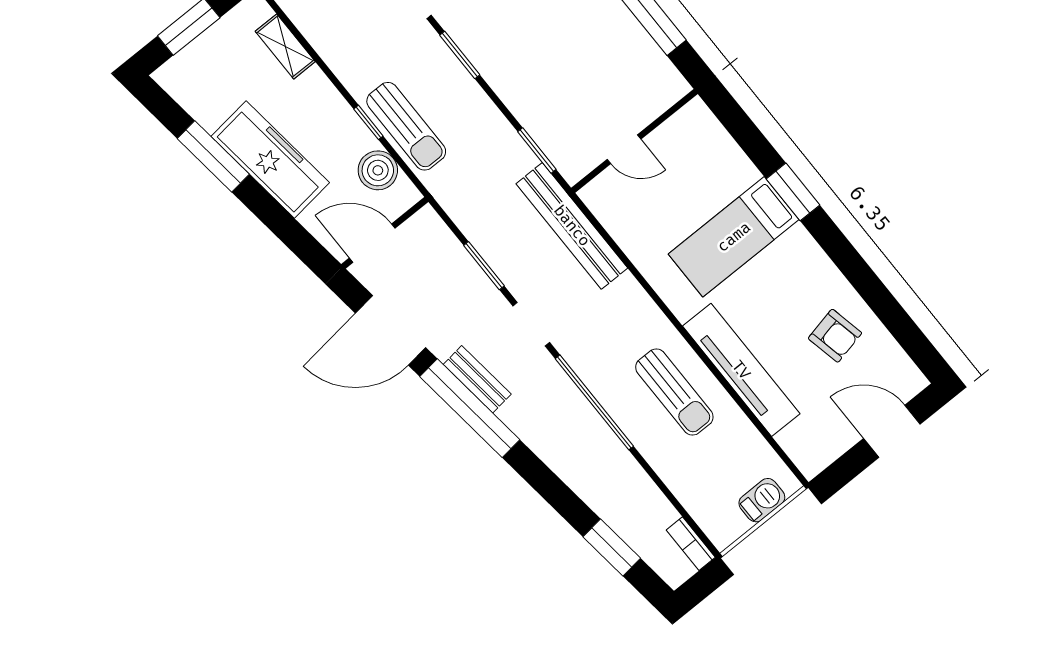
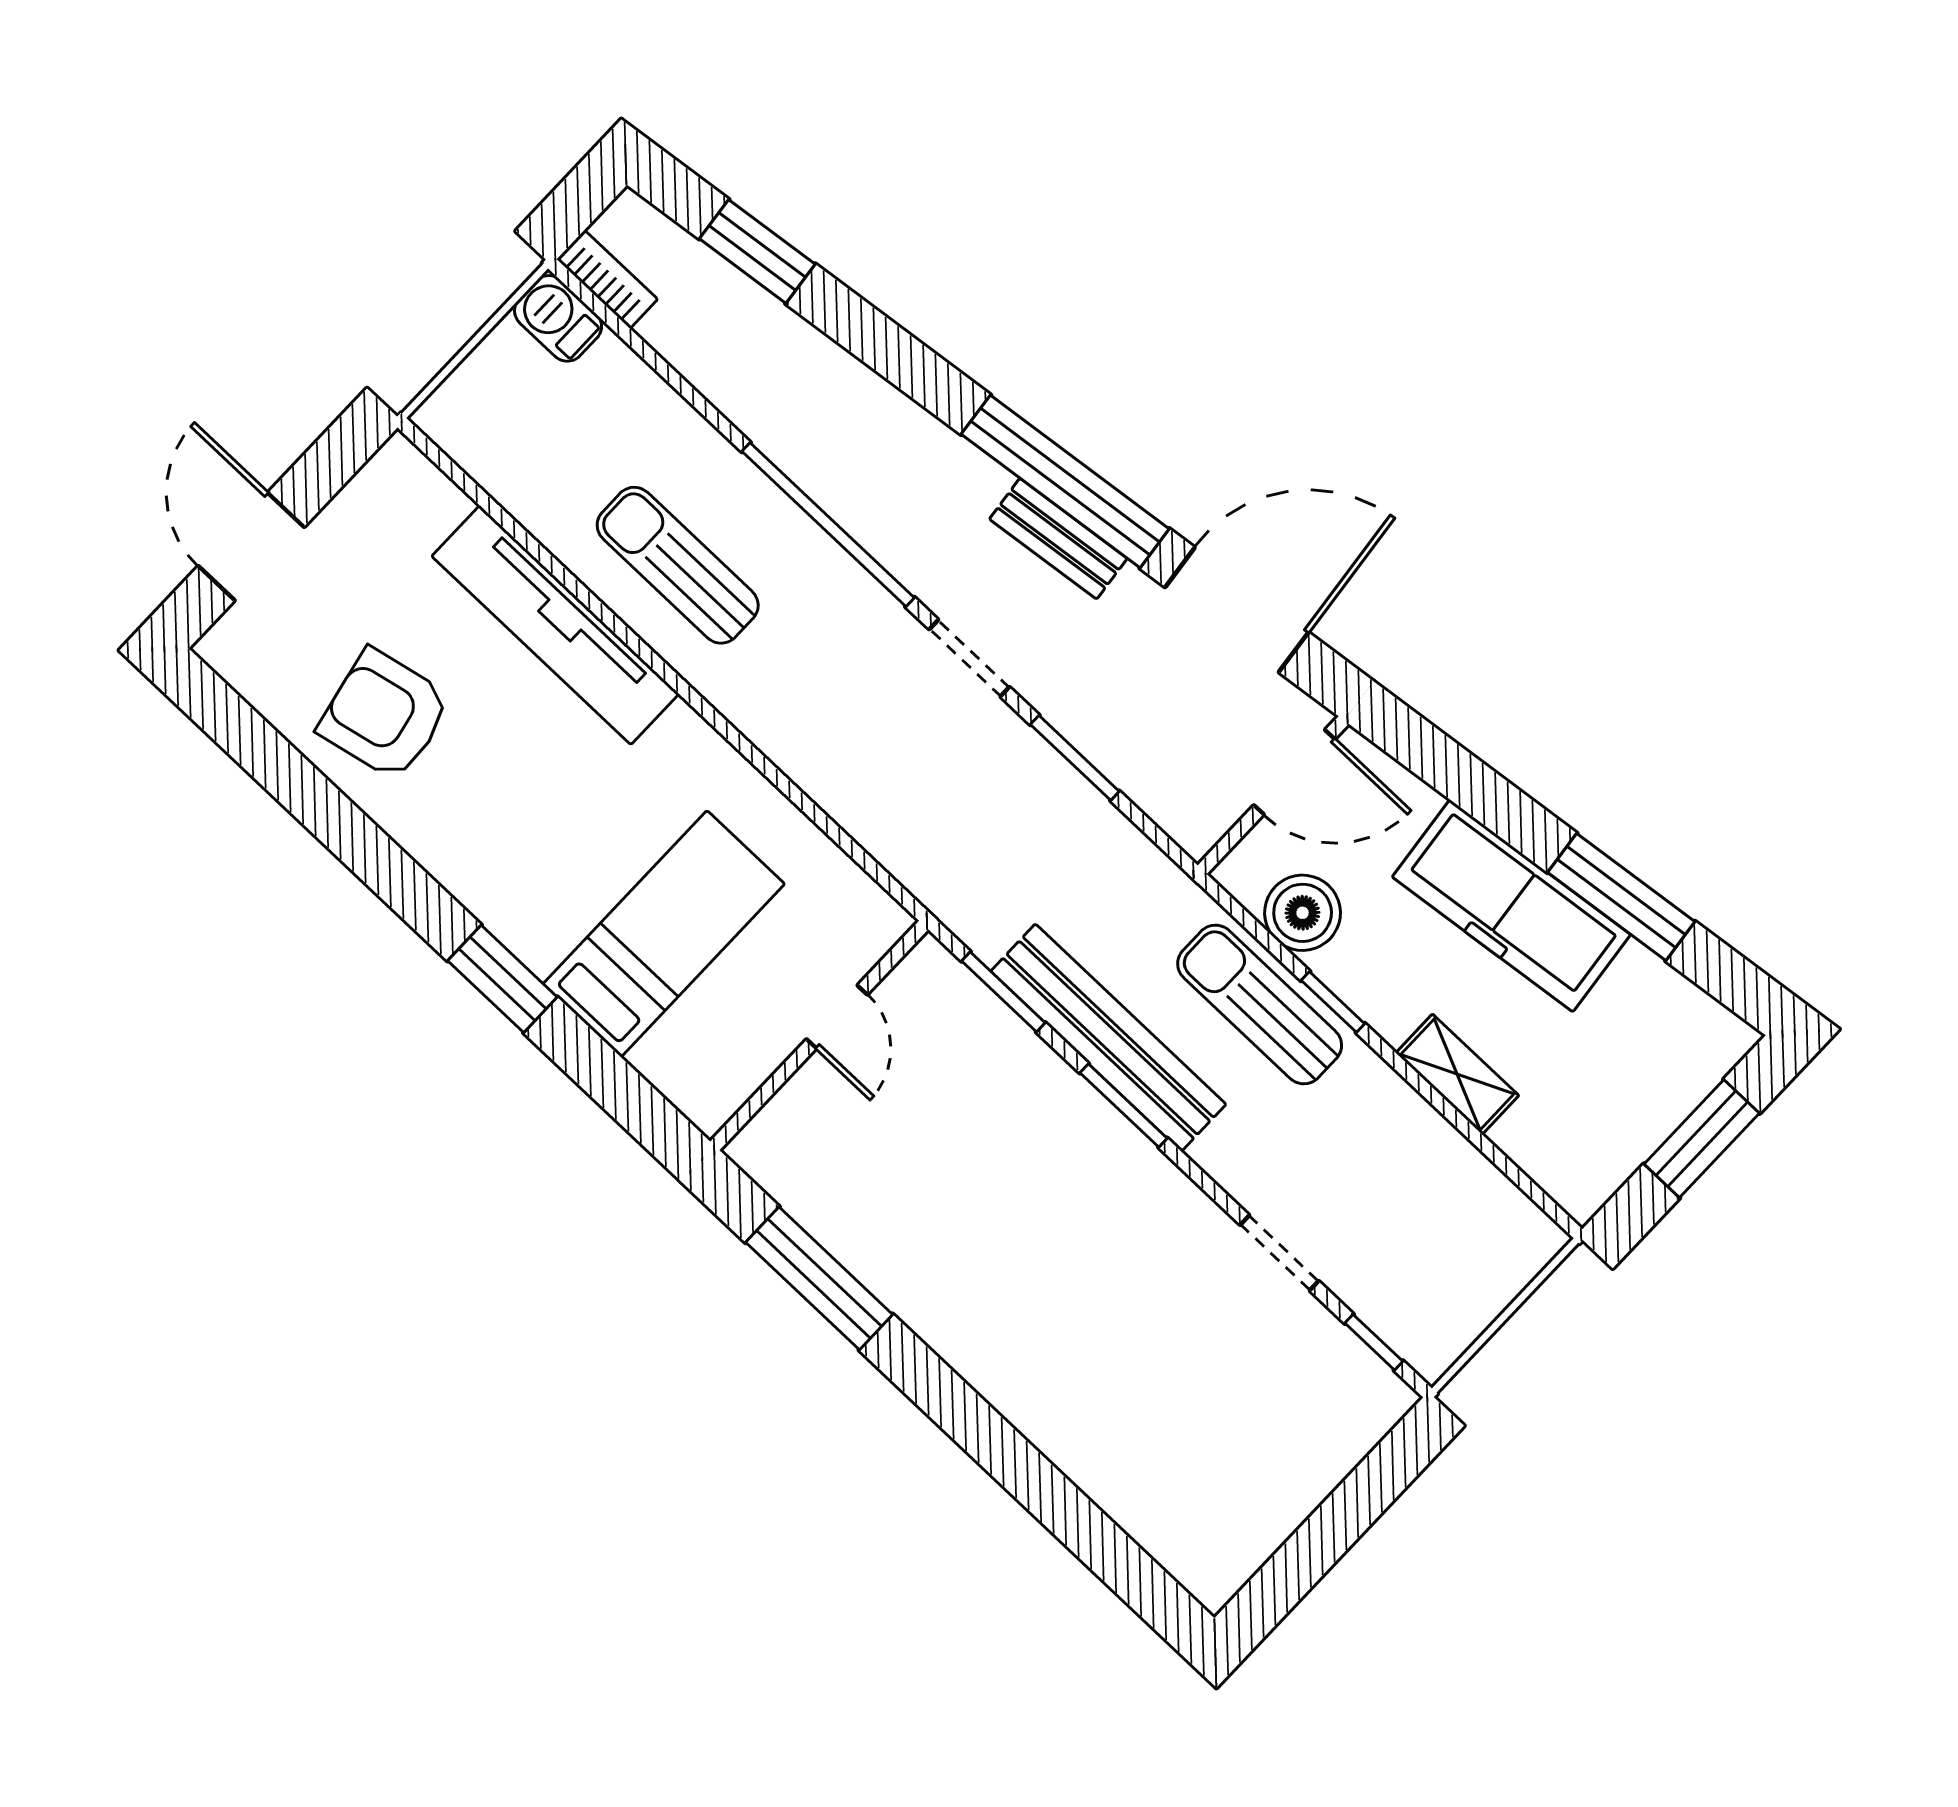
shelving: (285, 46) -> (1457, 1074), moved
window: (460, 55) -> (1124, 1105), moved
door: (624, 149) -> (837, 1017), swing flipped
bench: (572, 226) -> (1108, 1038), moved
bed: (734, 237) -> (664, 934), moved
armchair: (835, 336) -> (385, 715), width x1.38, depth x1.38
door: (892, 431) -> (251, 547), swing flipped
barbecue: (762, 500) -> (558, 318), moved, turned 90

